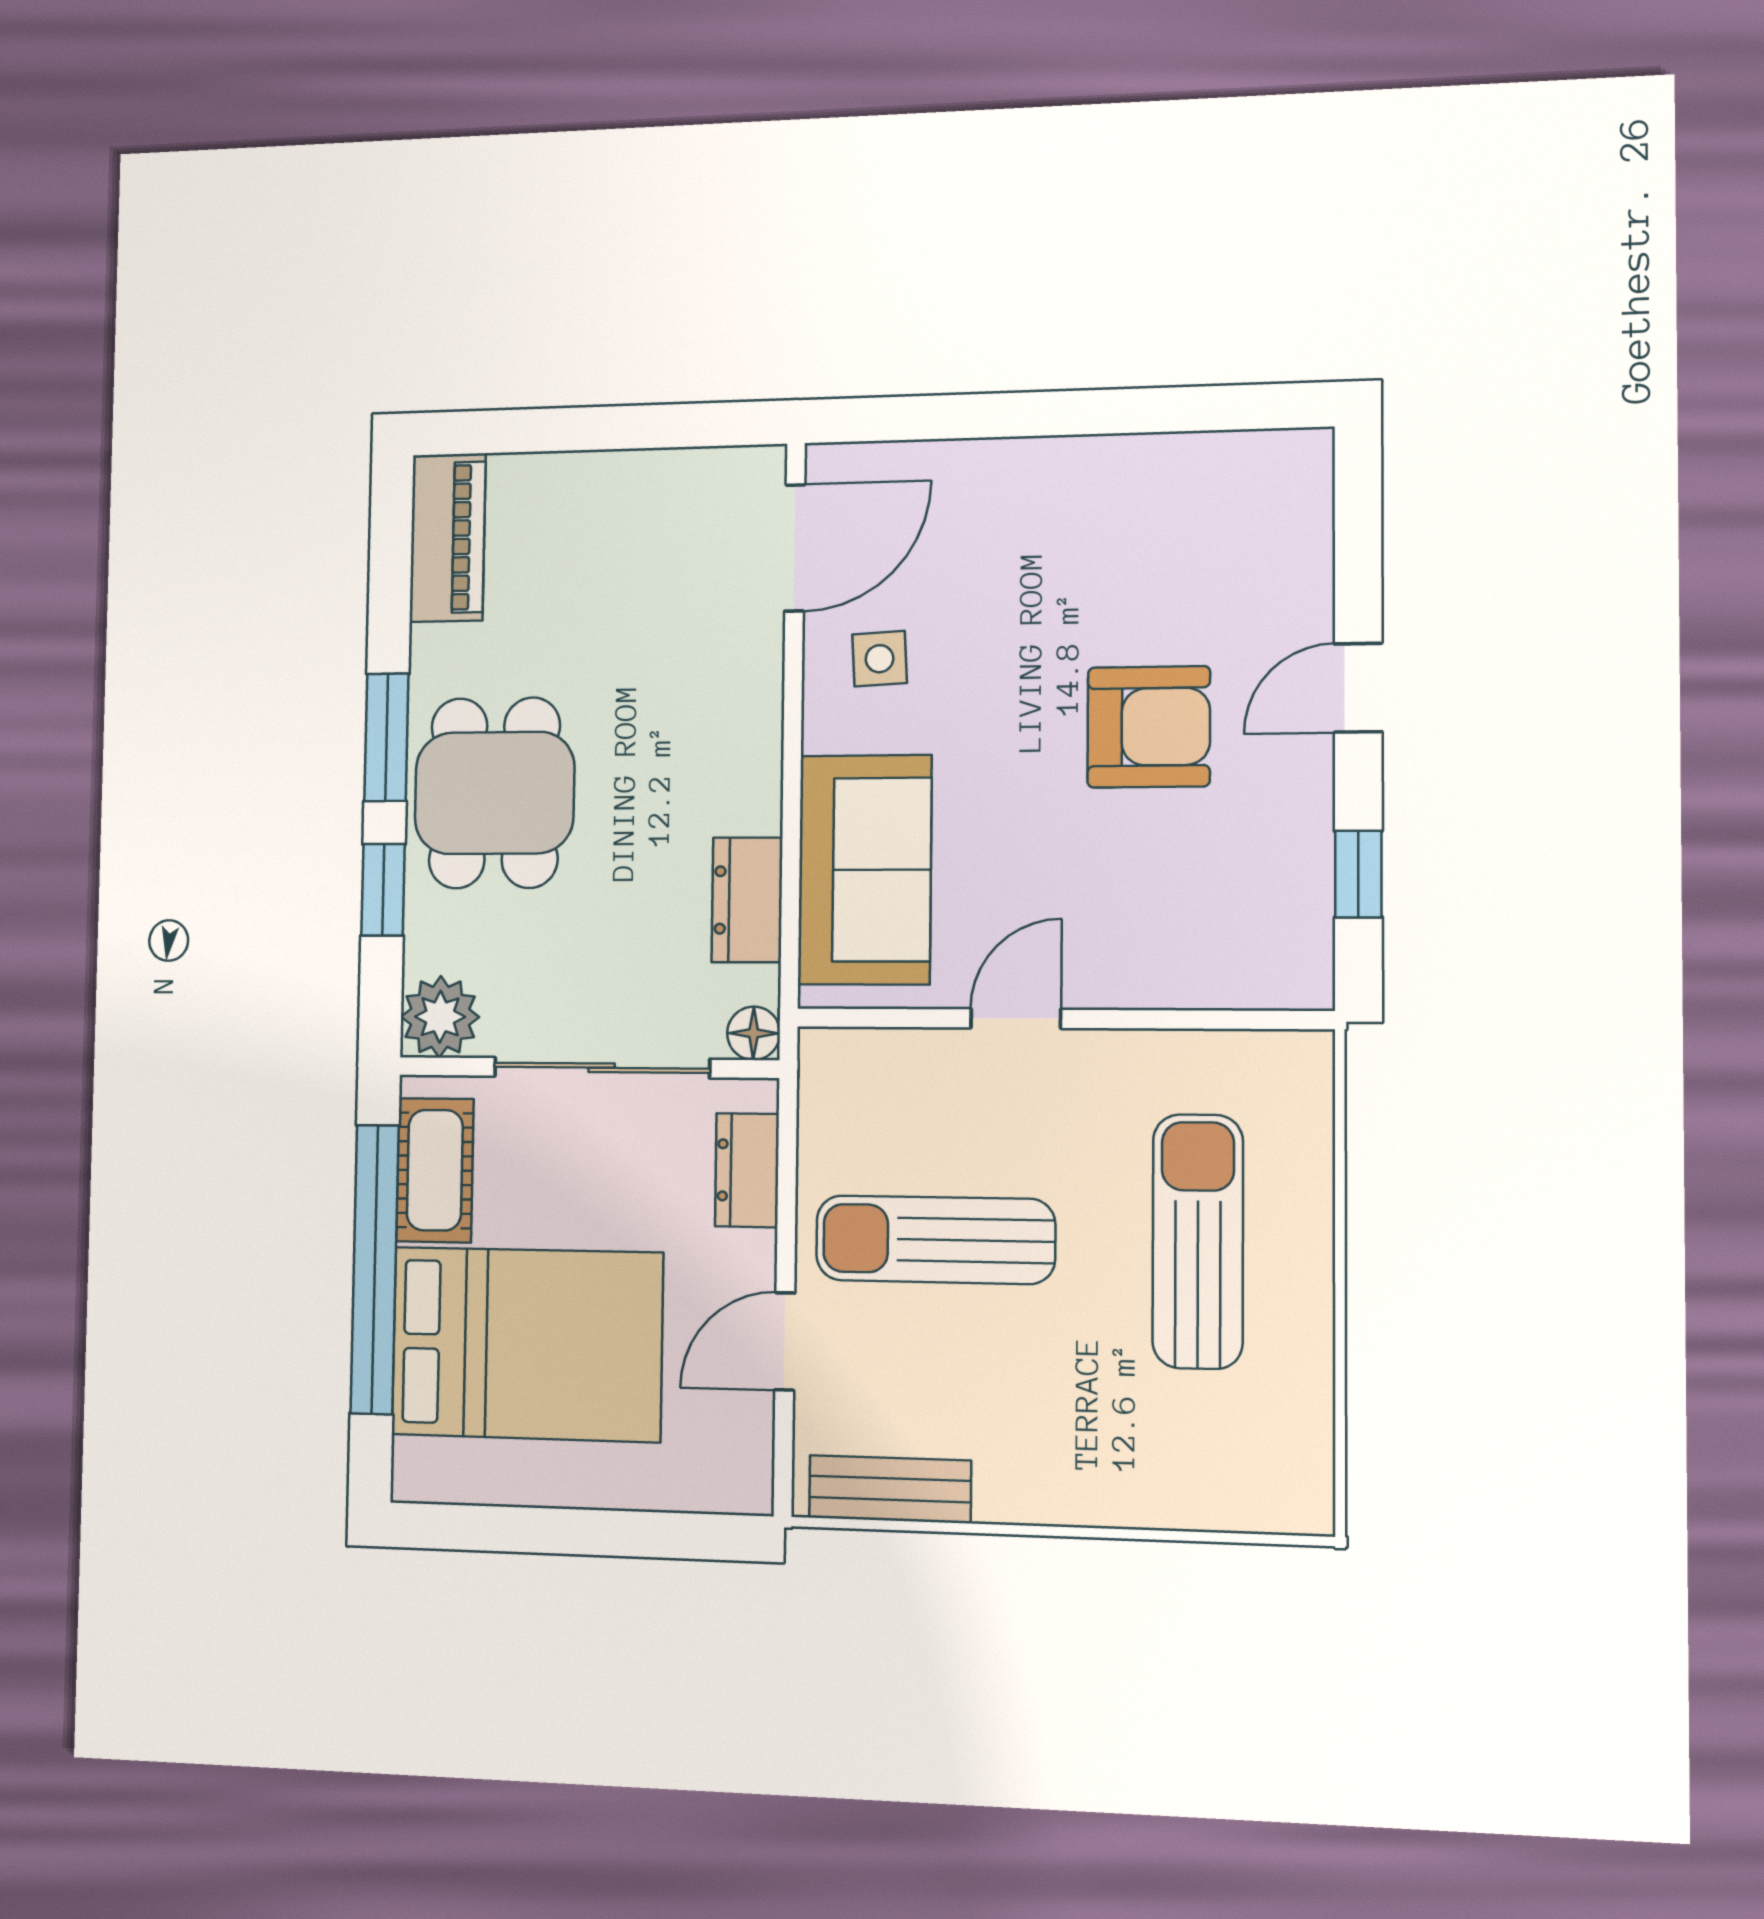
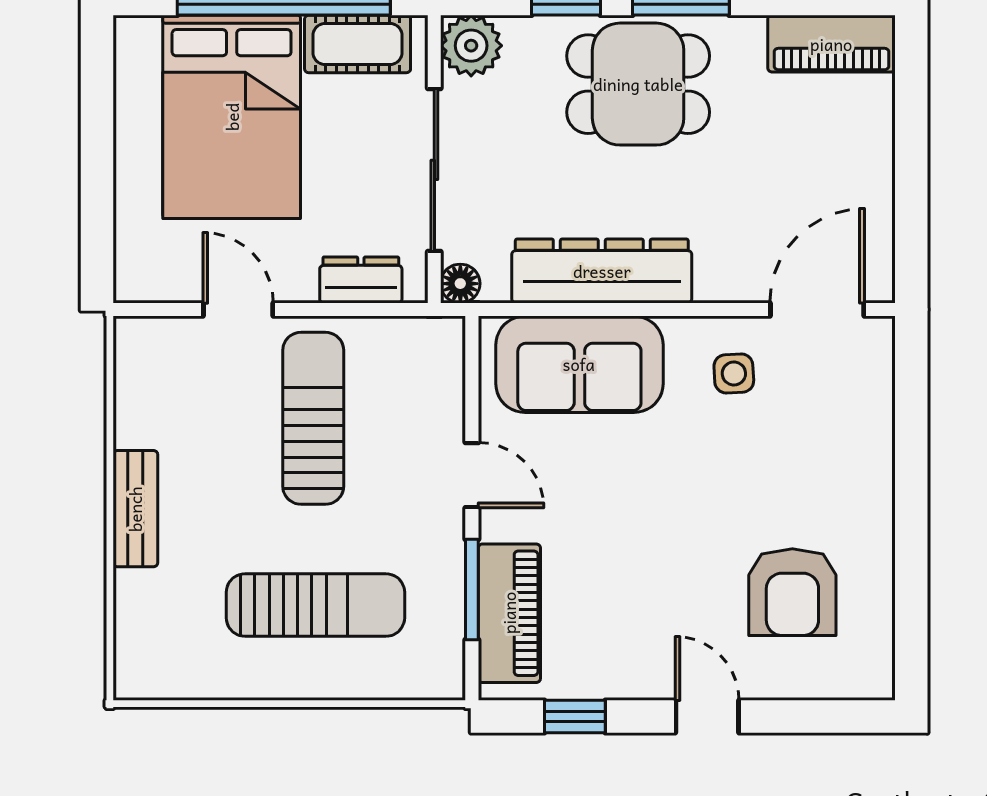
door: (795, 548) -> (817, 310), swing flipped
armchair: (1149, 727) -> (792, 592), moved
dresser: (747, 900) -> (602, 271), width x1.96, depth x1.24
piano: (1210, 967) -> (509, 613), added
window: (1176, 1019) -> (472, 589), added
bench: (890, 1489) -> (135, 509), moved

